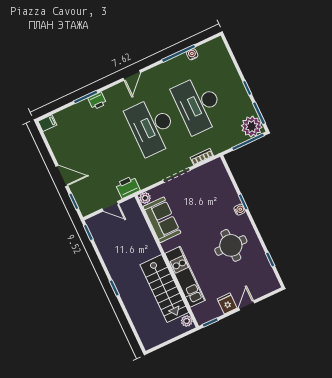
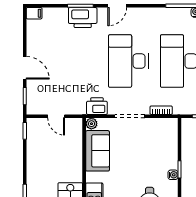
door: (132, 75) -> (117, 6), moved
printer: (97, 101) -> (83, 18), width x1.87, depth x1.48
printer: (128, 187) -> (97, 106), moved

